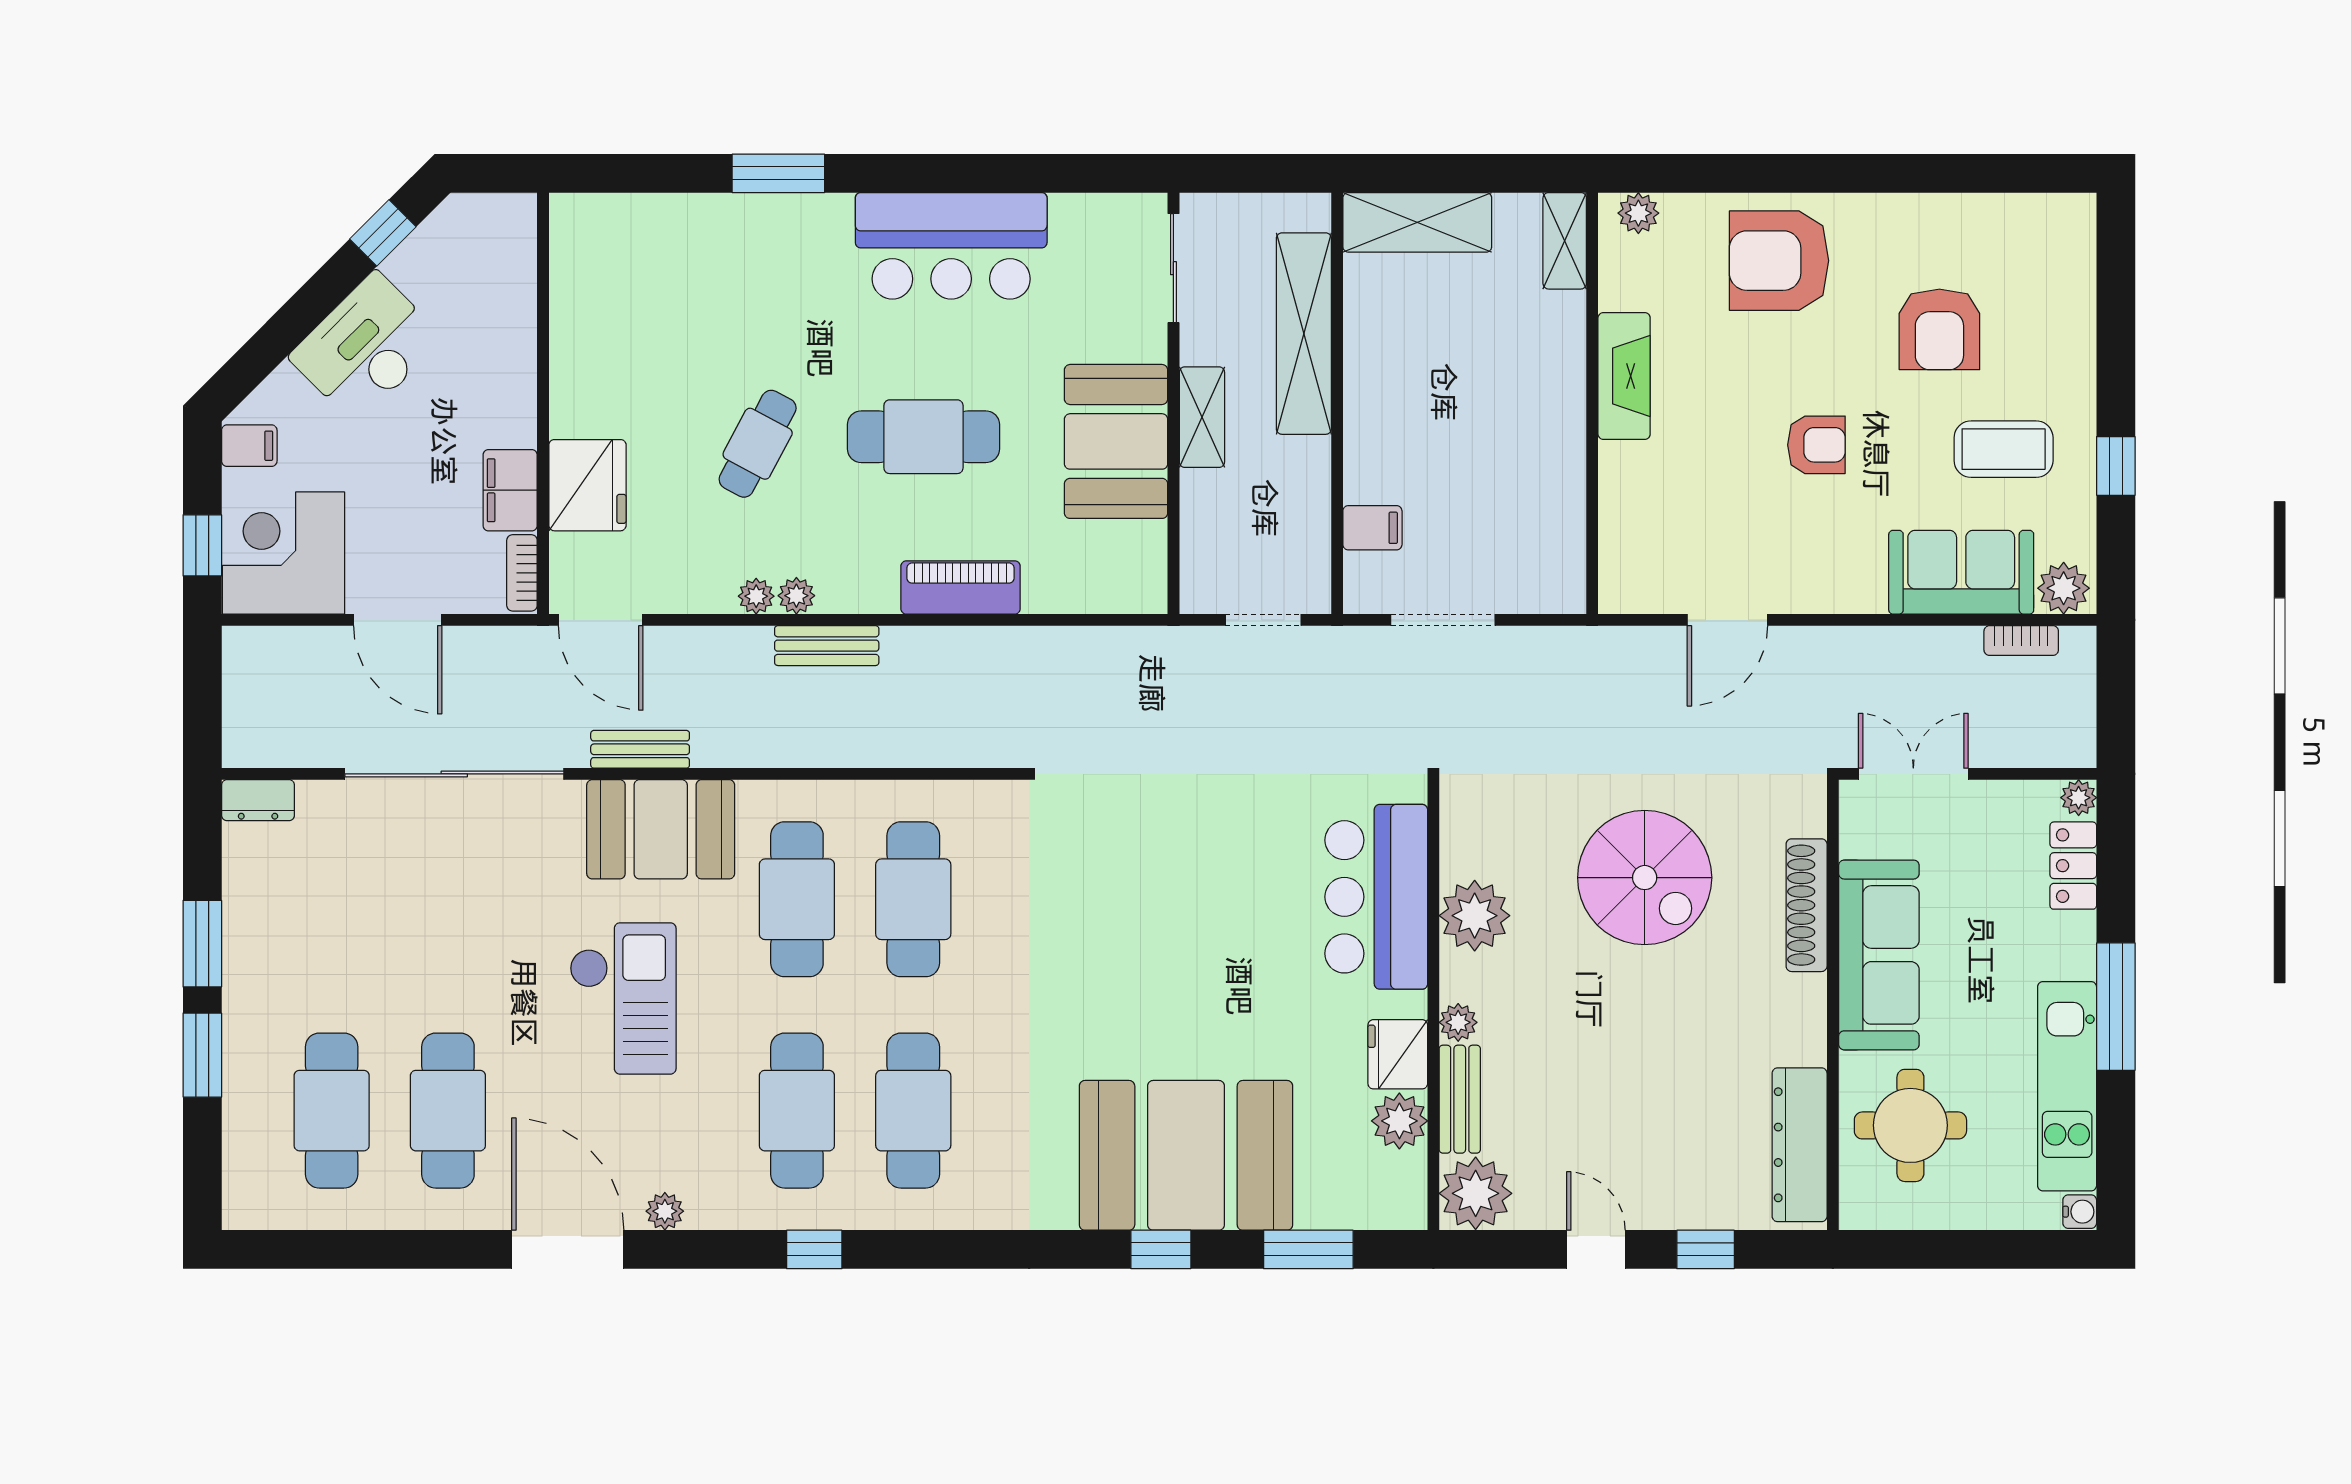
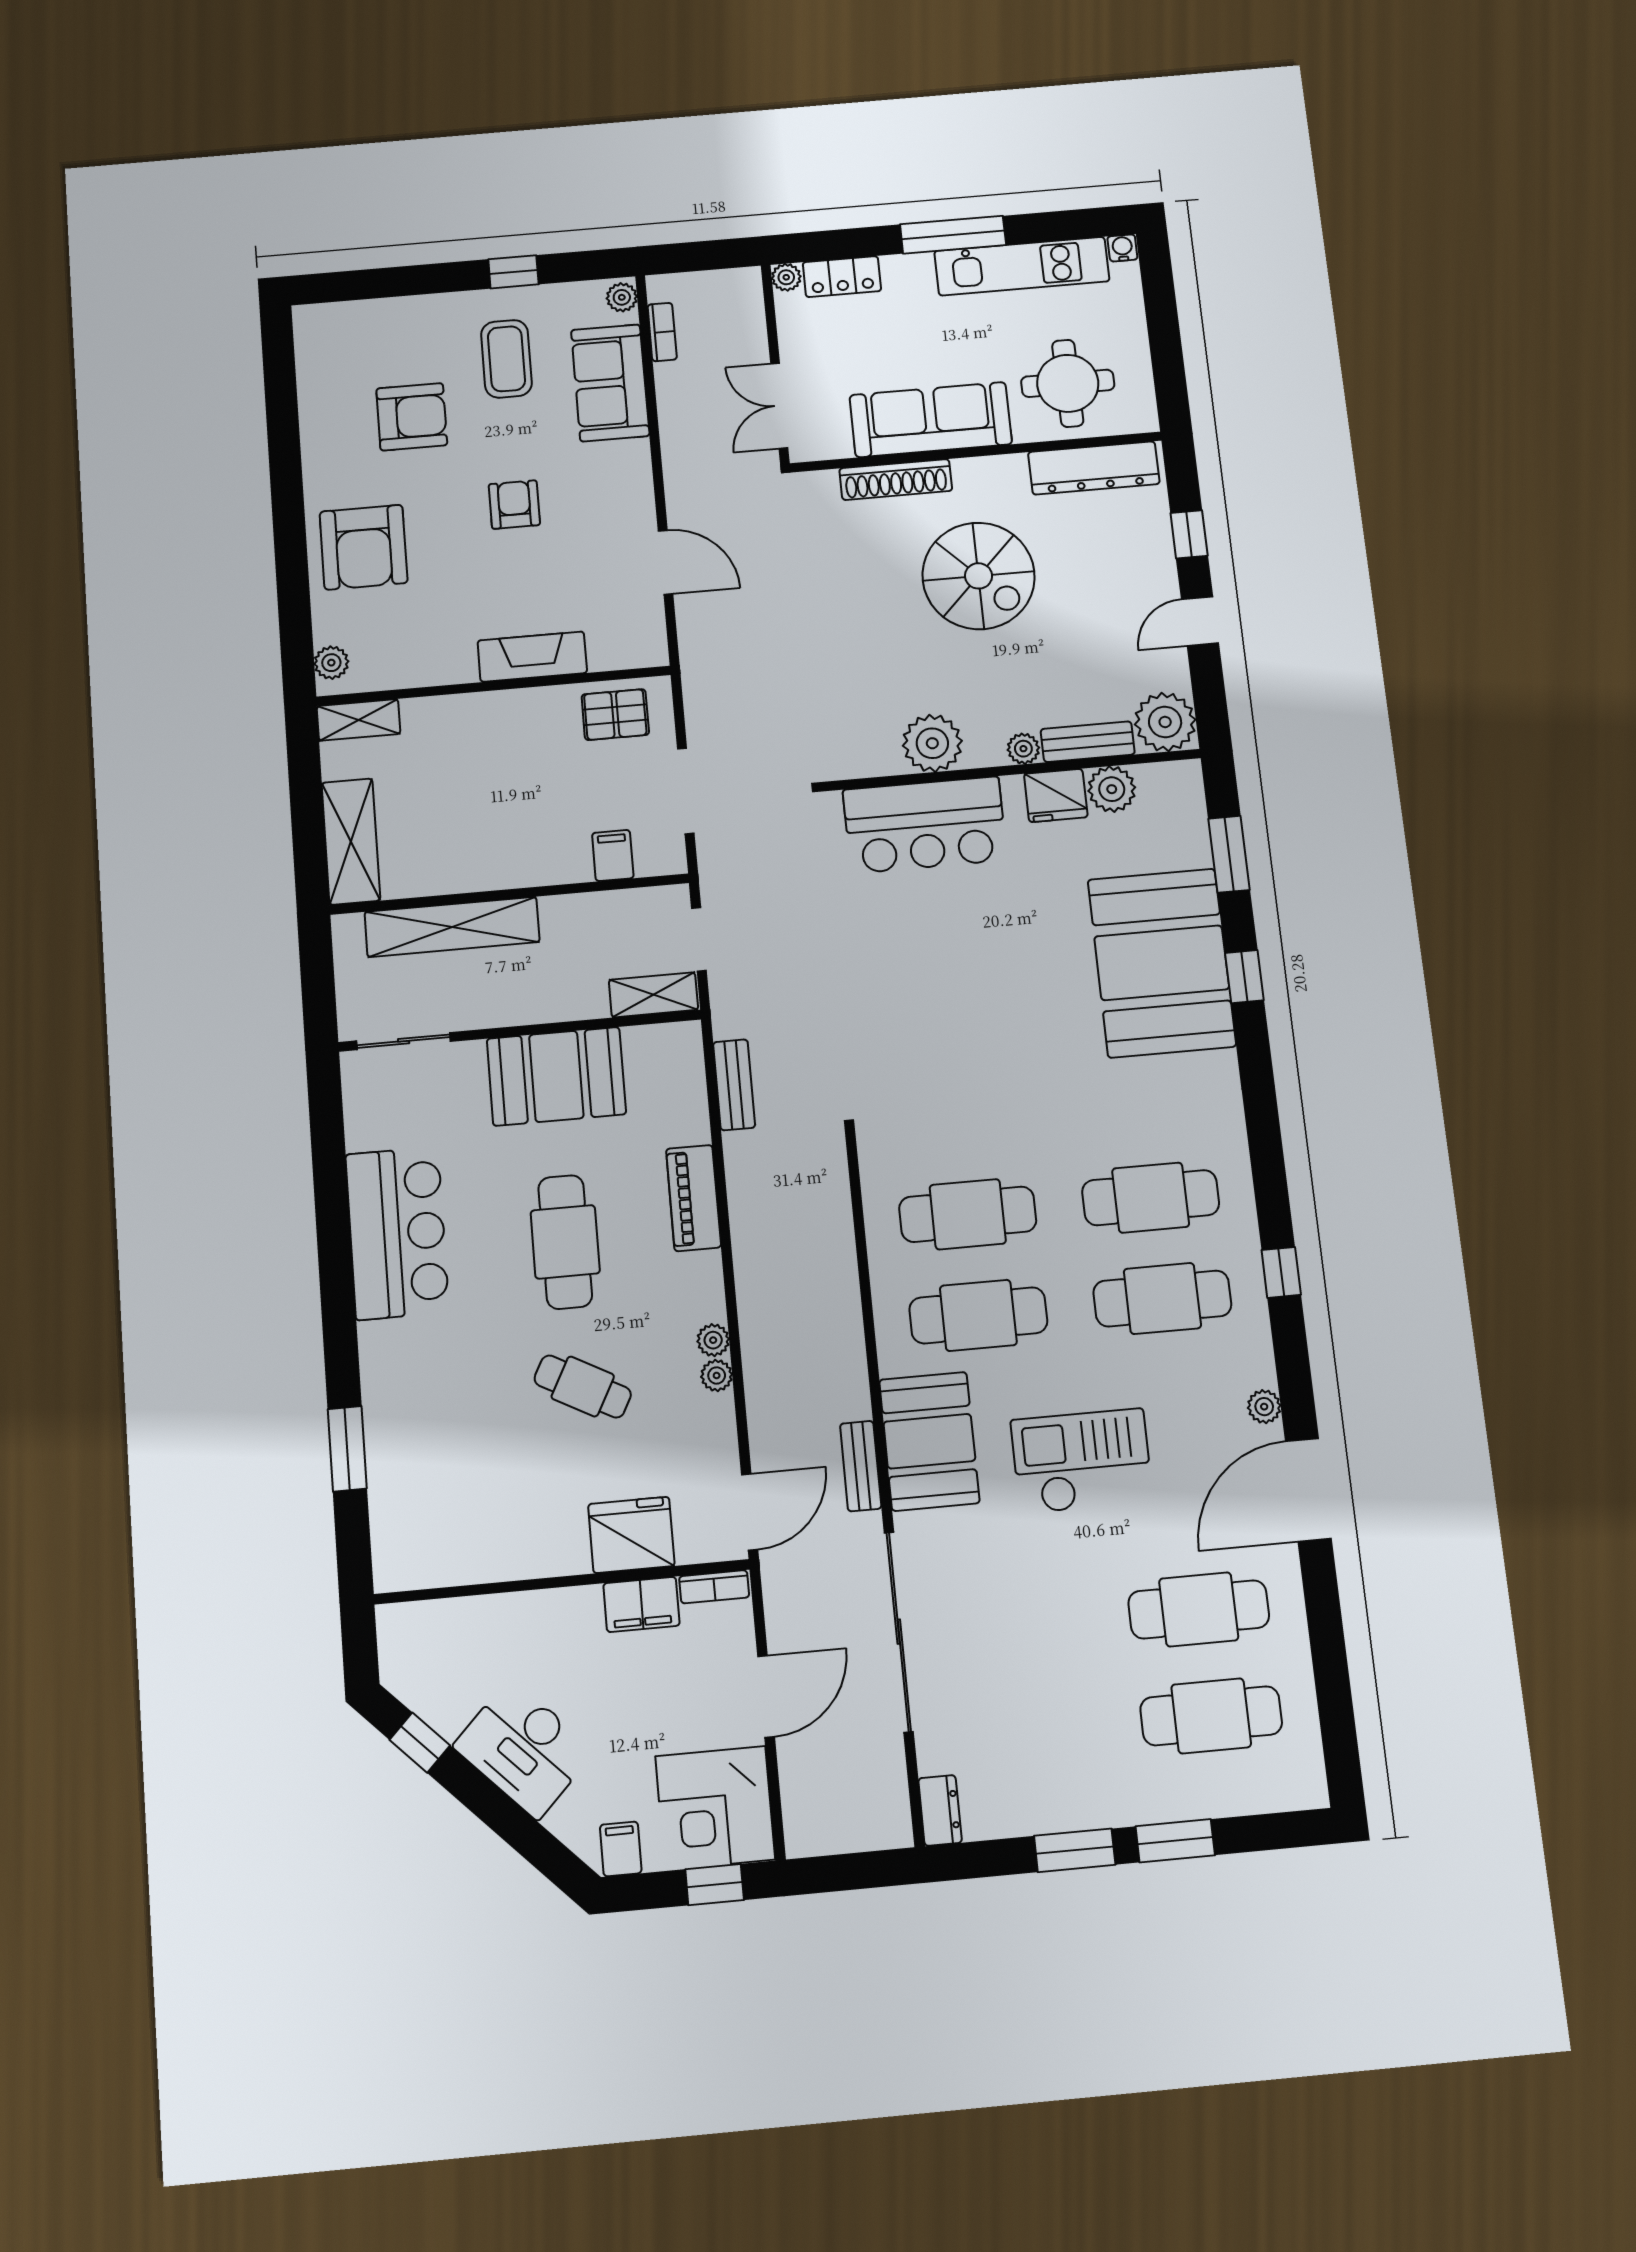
window: (778, 173) -> (347, 1449), moved
fireplace: (1624, 376) -> (532, 657), moved
shelving: (1202, 417) -> (653, 995), moved
pallet: (1544, 545) -> (615, 715), added
plant: (2064, 588) -> (622, 297), width x0.73, depth x0.73
bench: (827, 646) -> (734, 1085), moved
spiral stairs: (1645, 878) -> (979, 576), moved, turned 90

